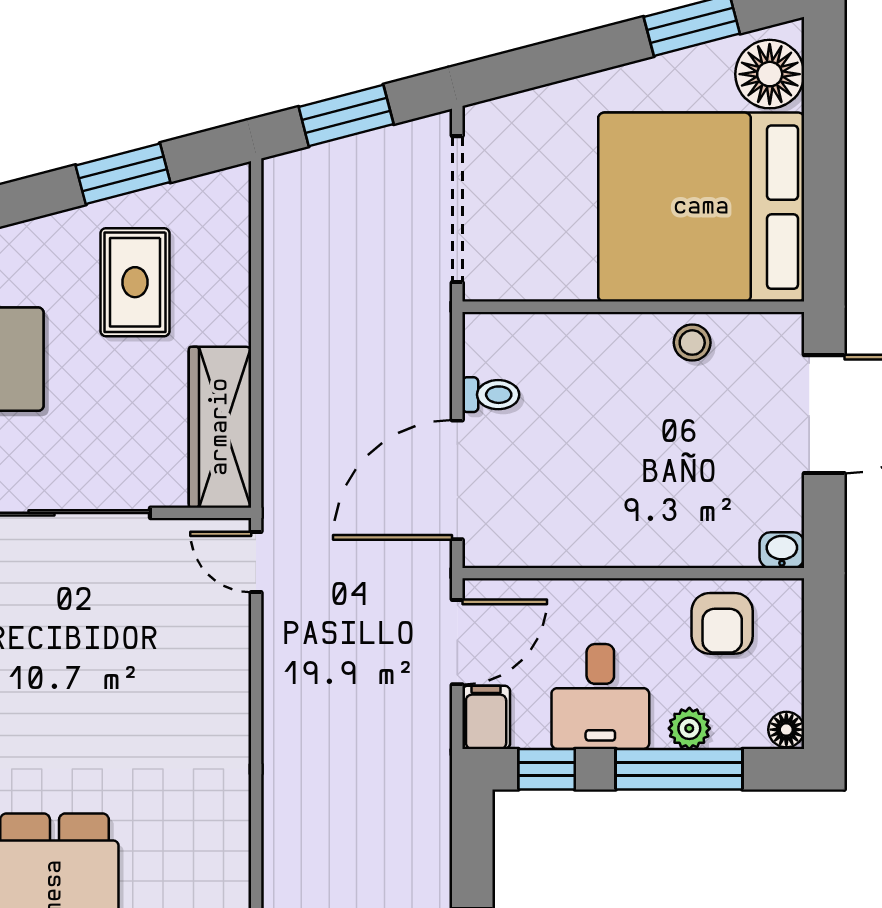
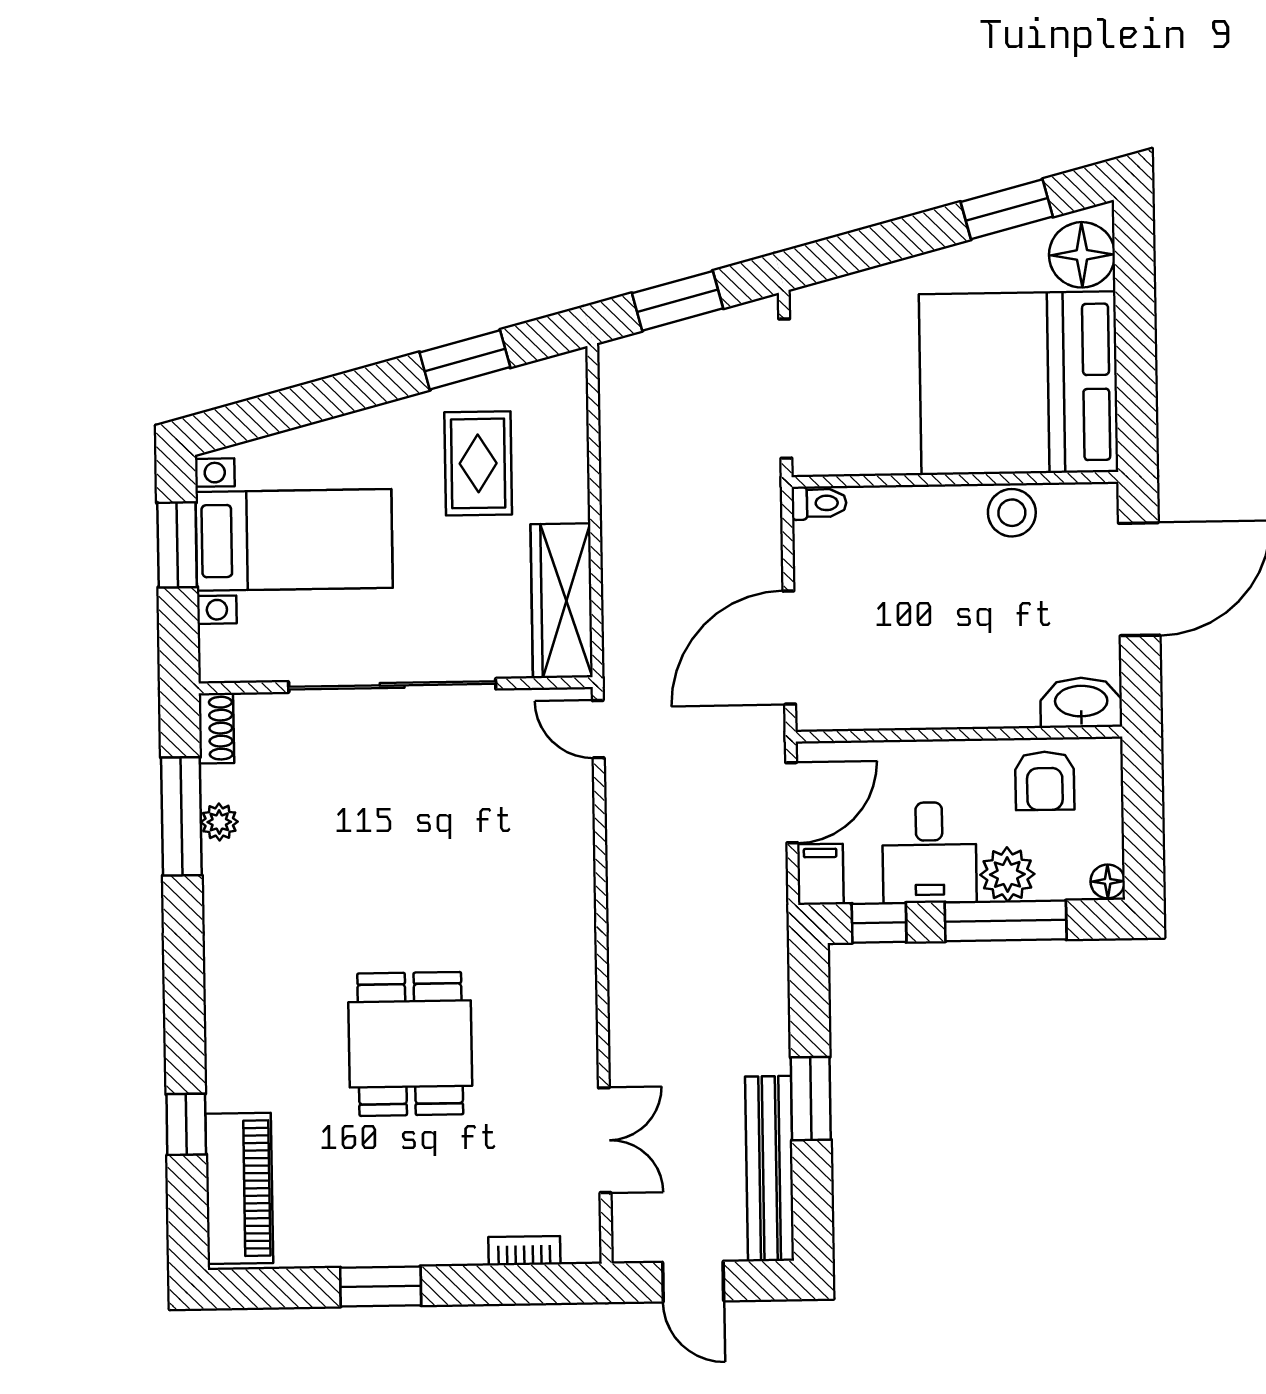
stool: (692, 343) -> (1012, 513), width x1.37, depth x1.37
toilet: (491, 395) -> (819, 503), moved
washbasin: (782, 550) -> (1081, 703), width x1.91, depth x1.45
plant: (689, 728) -> (1007, 874), width x1.38, depth x1.38

